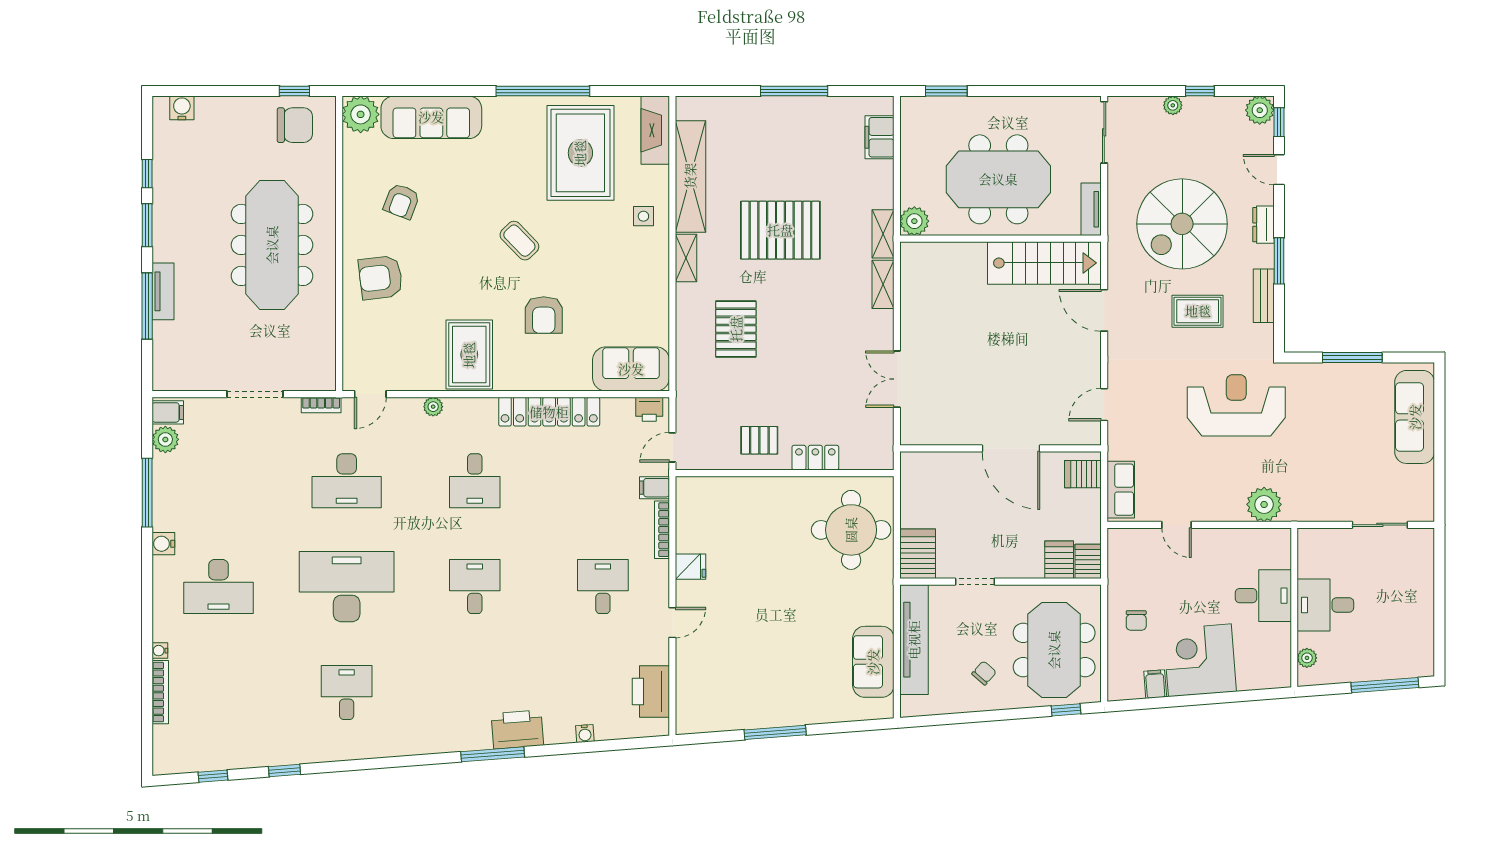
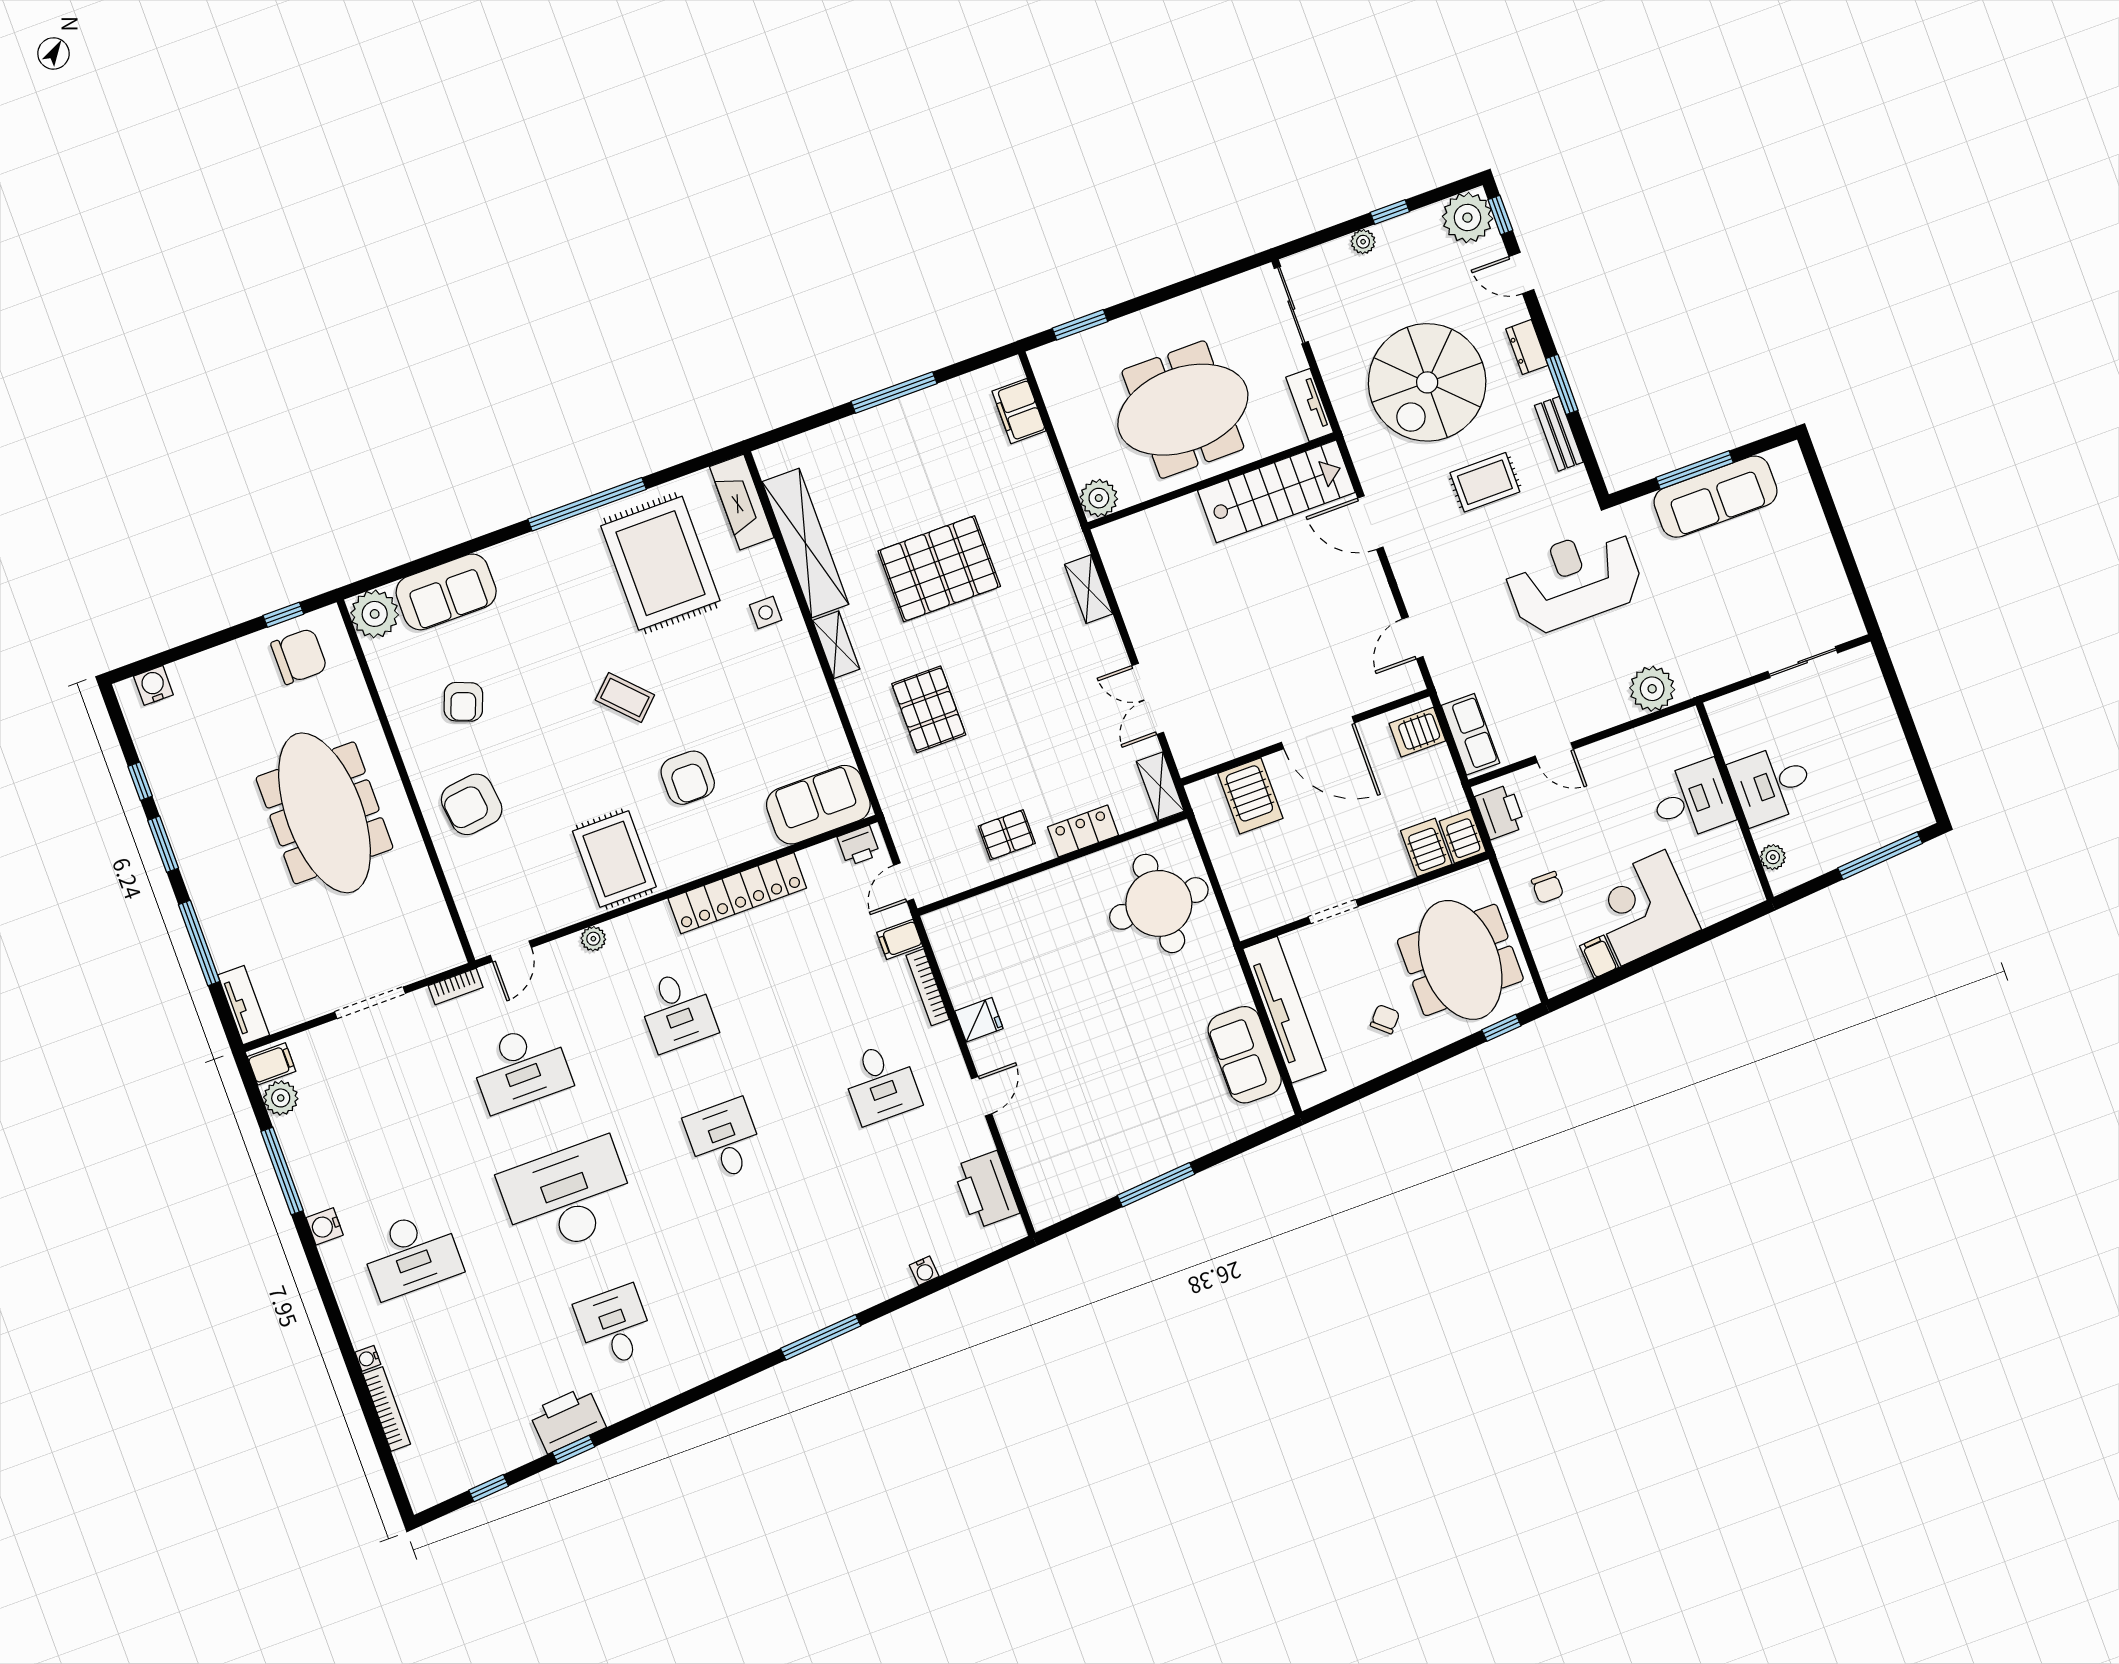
plant: (1260, 110) -> (1467, 218), width x1.36, depth x1.36
sofa: (431, 117) -> (446, 592), width x0.73
shelving: (883, 234) -> (1160, 786), moved
tv unit: (163, 291) -> (244, 1005), moved
sofa: (1415, 417) -> (1716, 497), moved, turned -90
printer: (1122, 553) -> (1500, 812), added
server rack: (918, 554) -> (1250, 796), moved, turned 180
desk: (603, 587) -> (881, 1083), turned 180
printer: (517, 729) -> (567, 1420), moved

